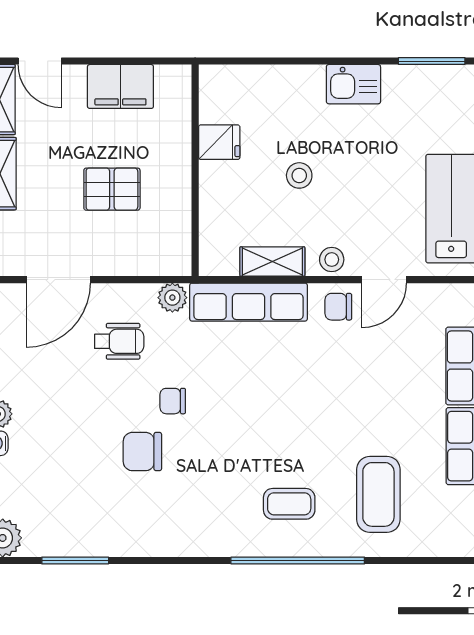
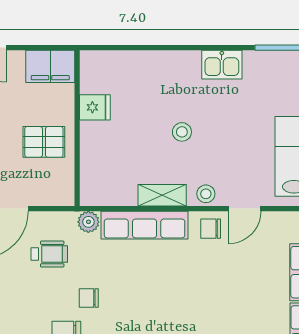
fridge: (219, 142) -> (95, 107), moved
wall: (195, 170) -> (77, 128), moved

